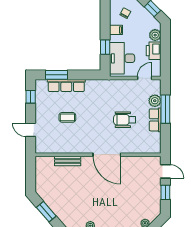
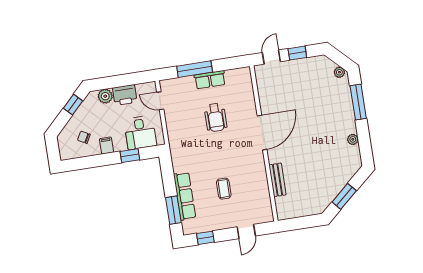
desk: (122, 58) -> (140, 133), width x0.73
plant: (155, 101) -> (186, 84), removed

